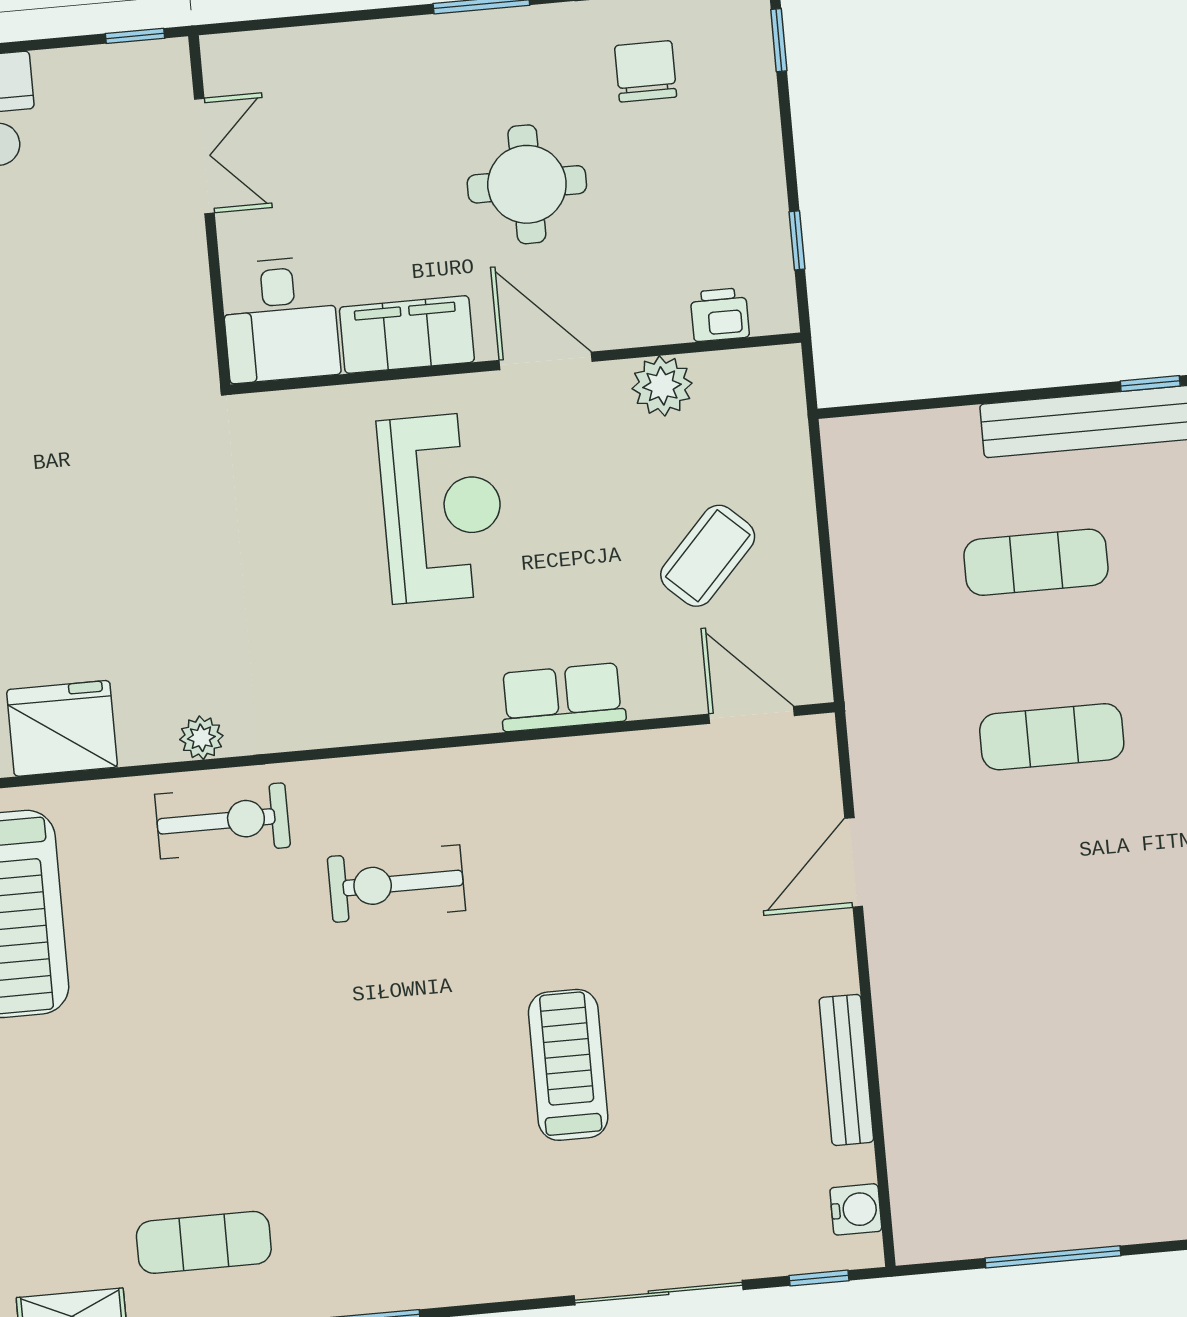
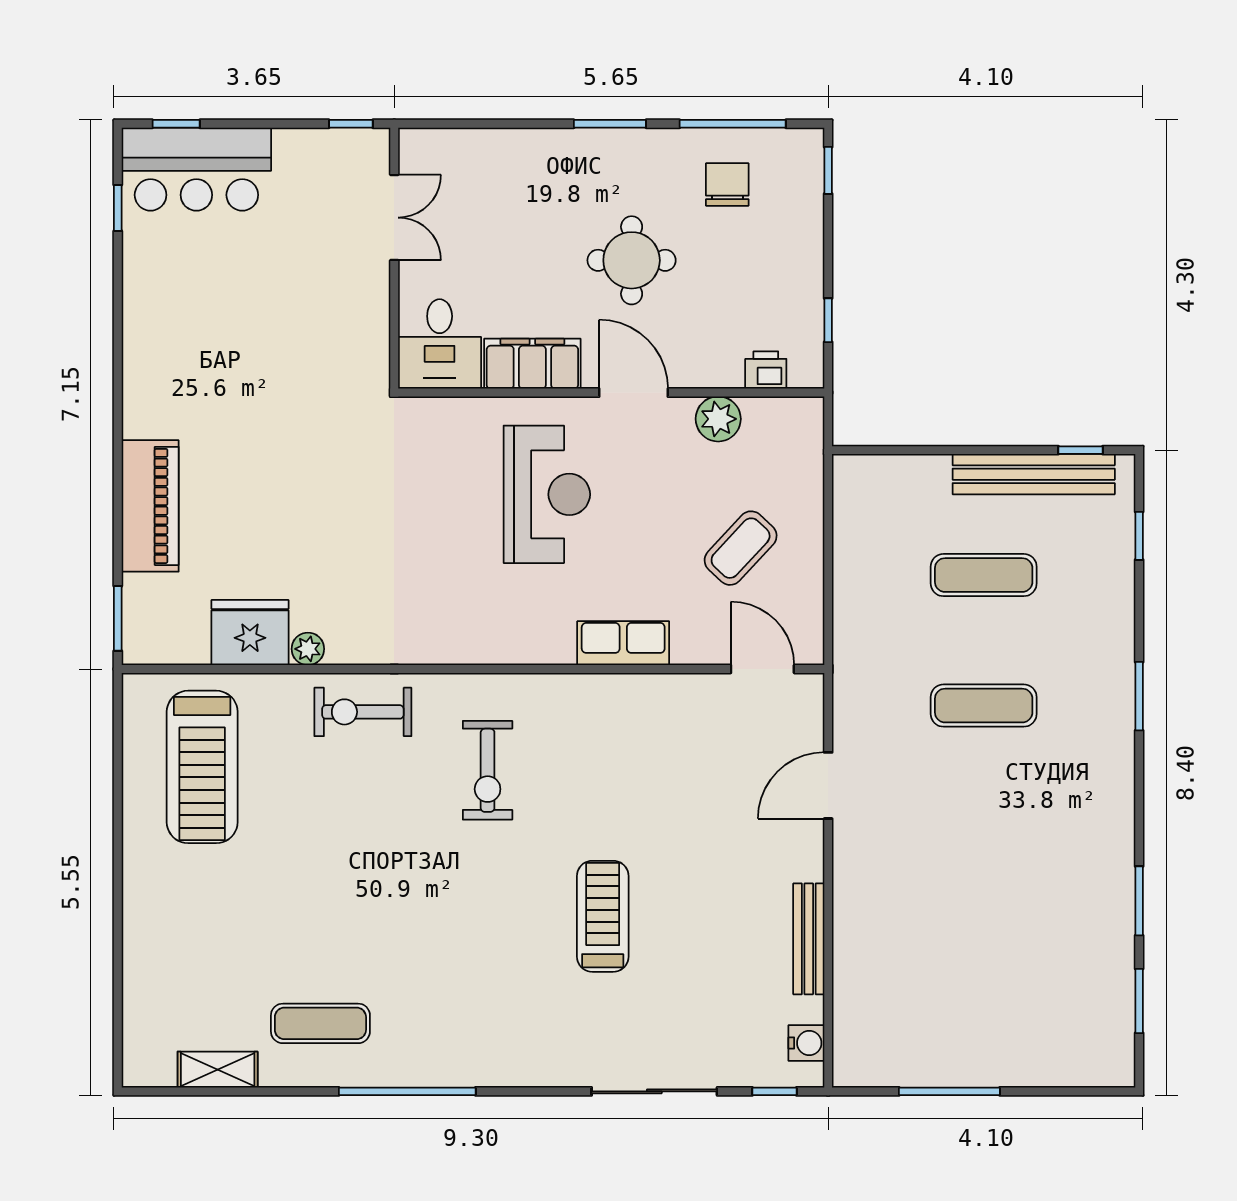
plant: (201, 738) -> (308, 649), moved
exercise bike: (223, 821) -> (363, 712), turned 180
exercise bike: (396, 884) -> (488, 770), turned -90

